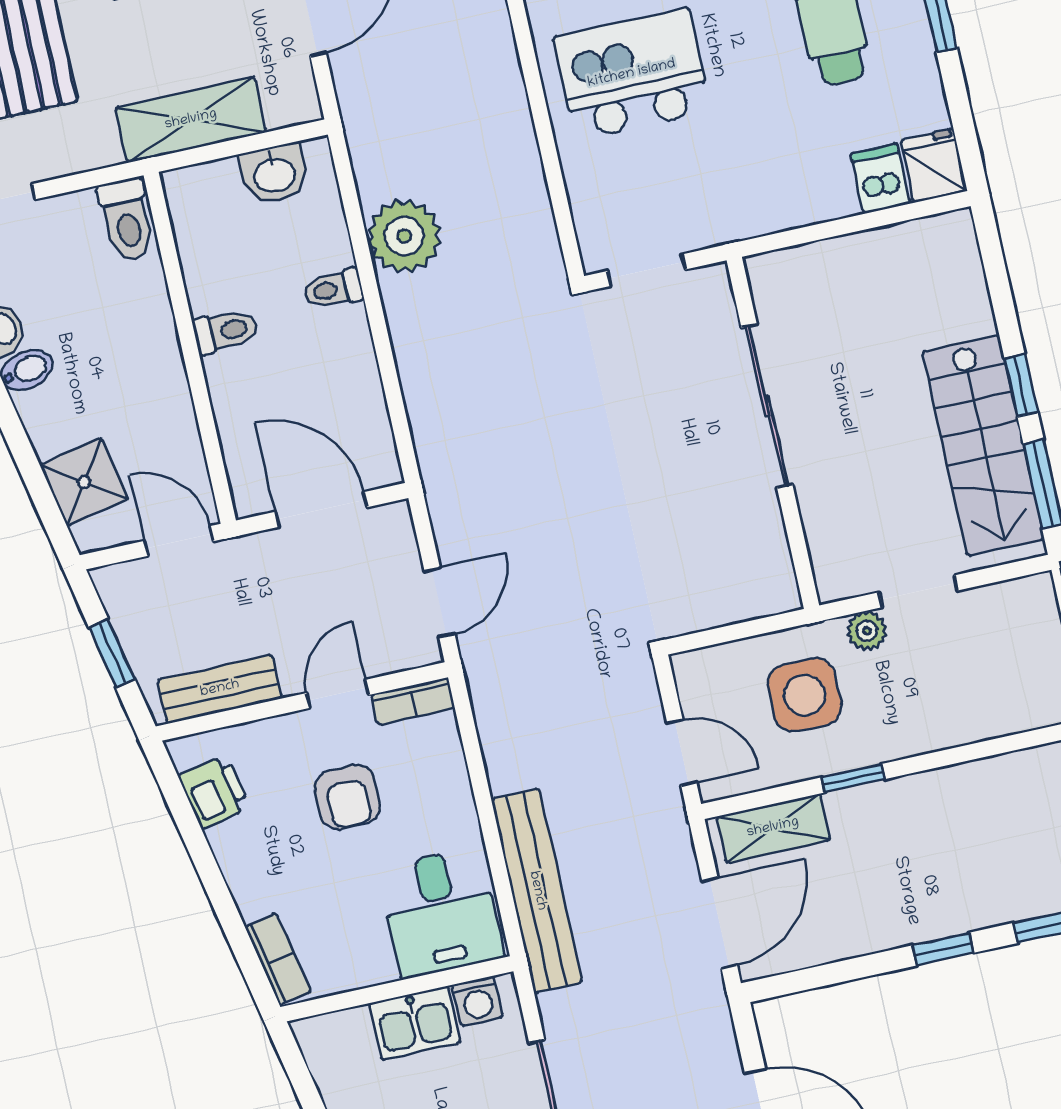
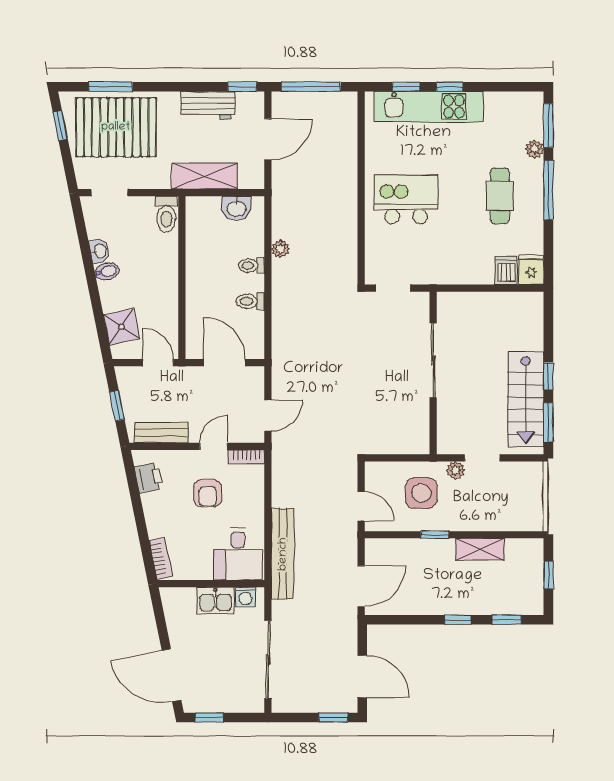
plant: (404, 236) -> (280, 249), width x0.53, depth x0.53
toilet: (226, 331) -> (250, 301), moved, turned 180
shelving: (773, 828) -> (480, 549), moved

